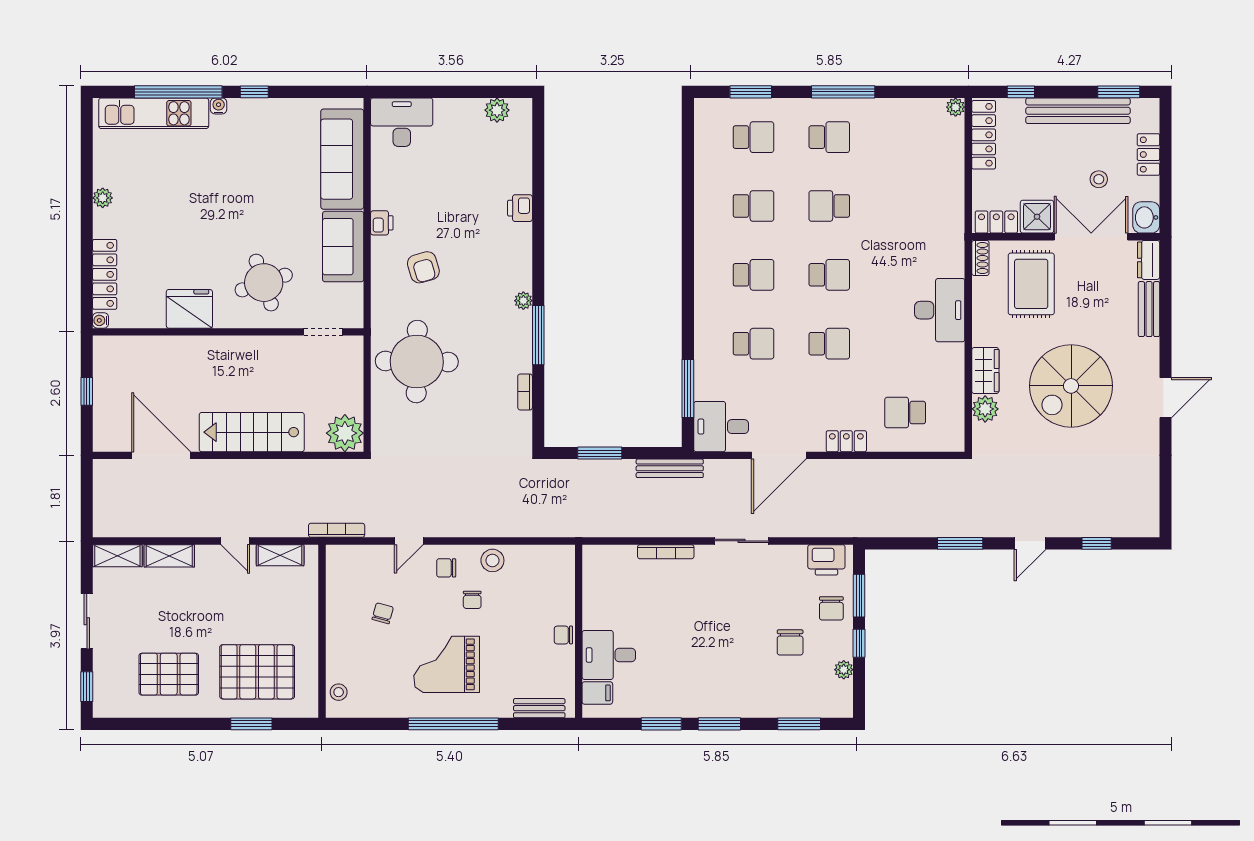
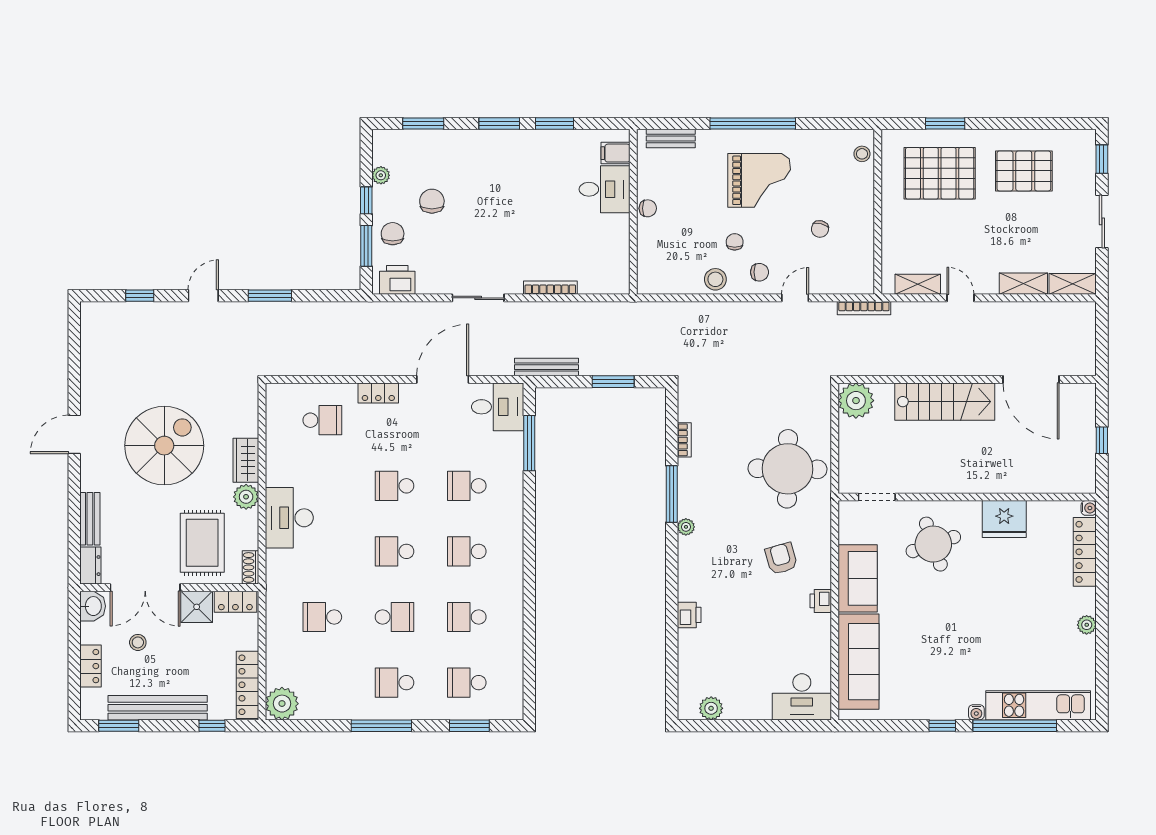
plant: (956, 107) -> (282, 704), width x1.88, depth x1.88
school desk: (905, 206) -> (322, 617), added
plant: (985, 409) -> (246, 497), moved

